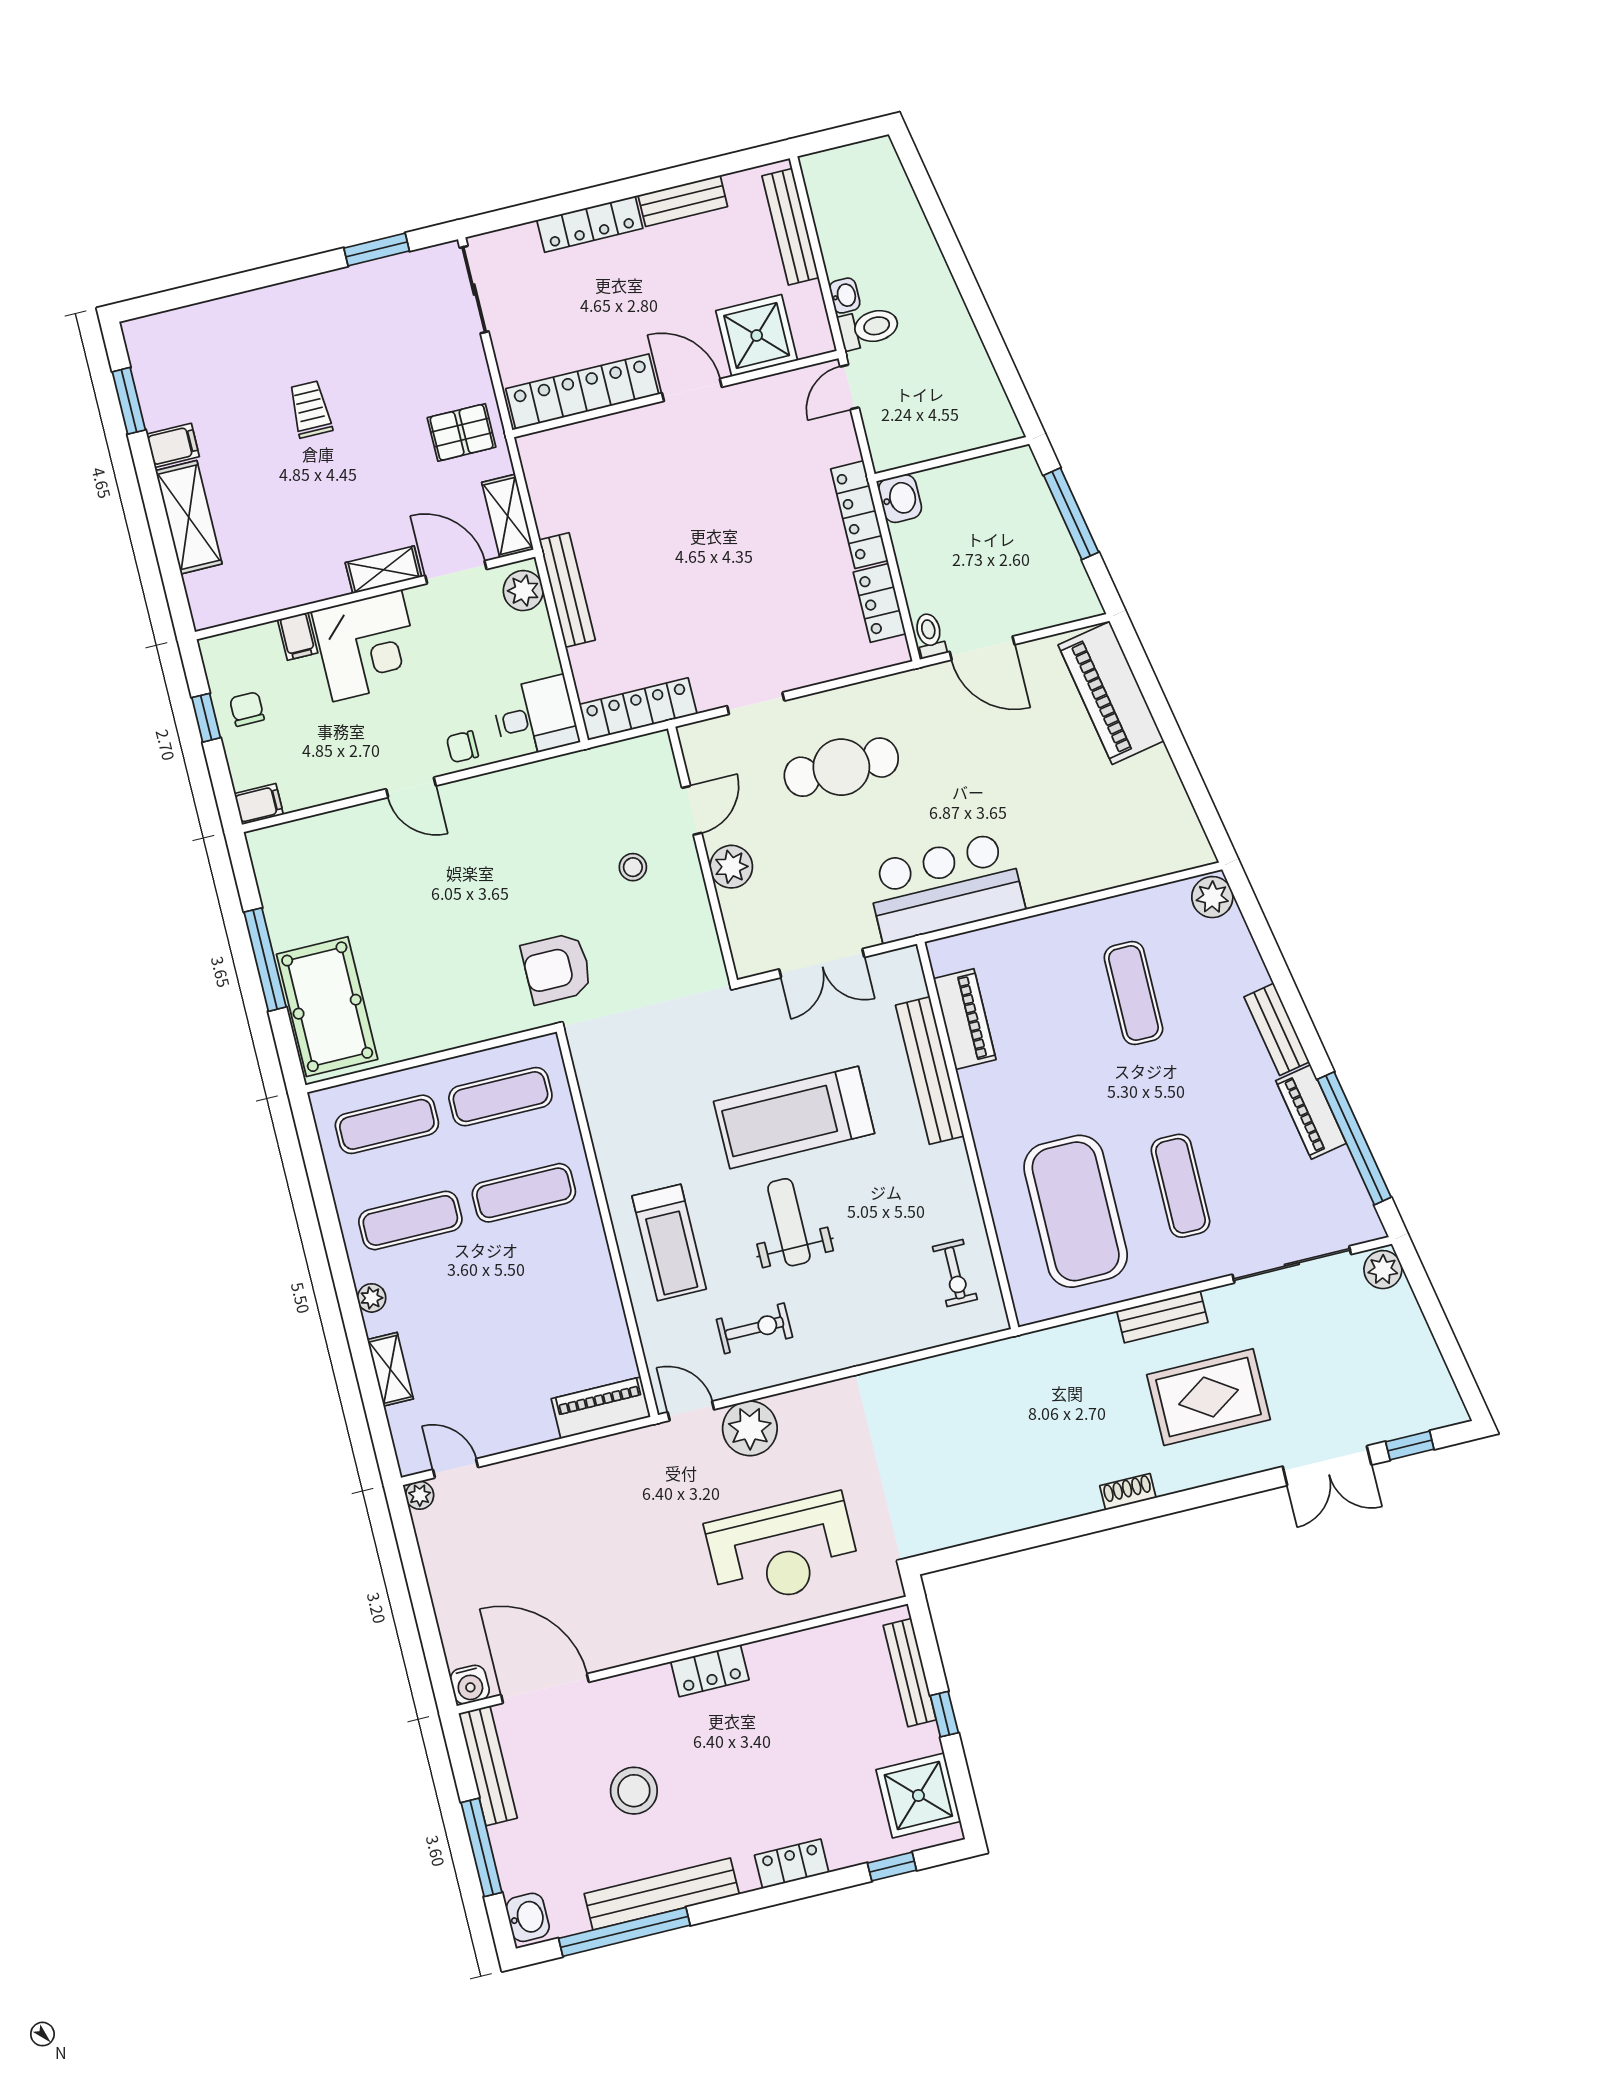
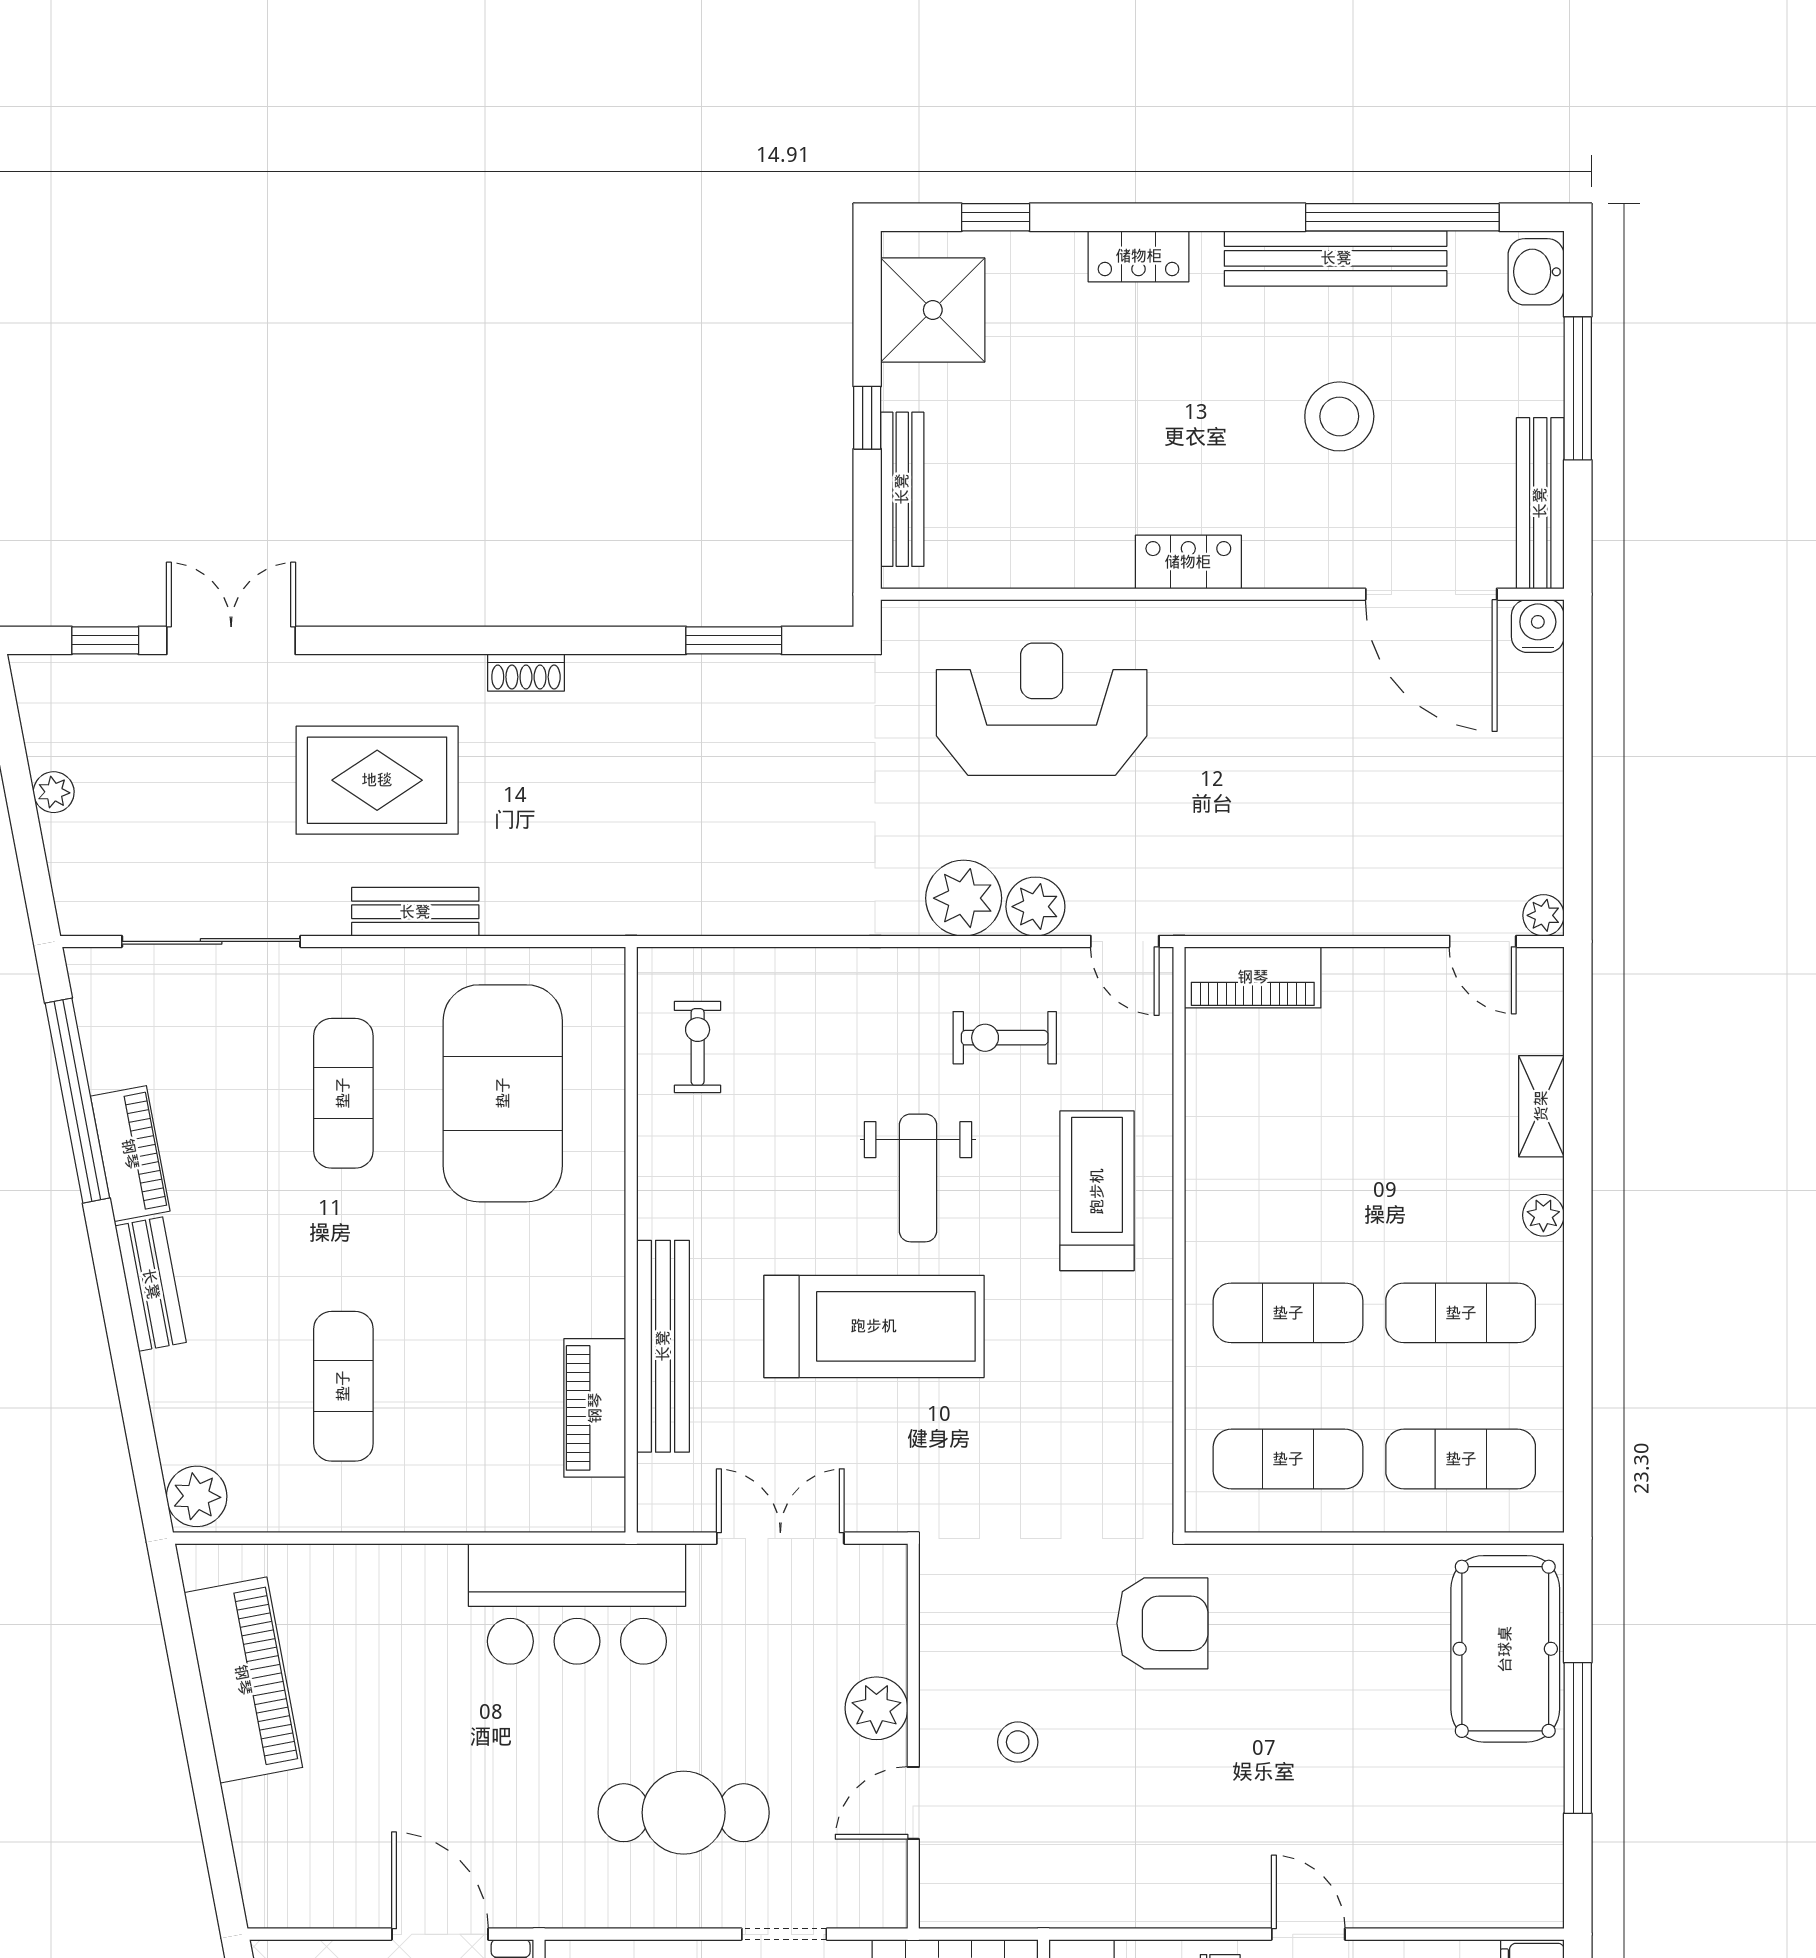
piano: (1111, 693) -> (243, 1680), moved
plant: (1383, 1270) -> (54, 792), moved, width x0.73, depth x0.73
plant: (804, 1414) -> (964, 898), added
plant: (750, 1428) -> (1035, 907), width x0.73, depth x0.73
window: (996, 1546) -> (734, 640), added

